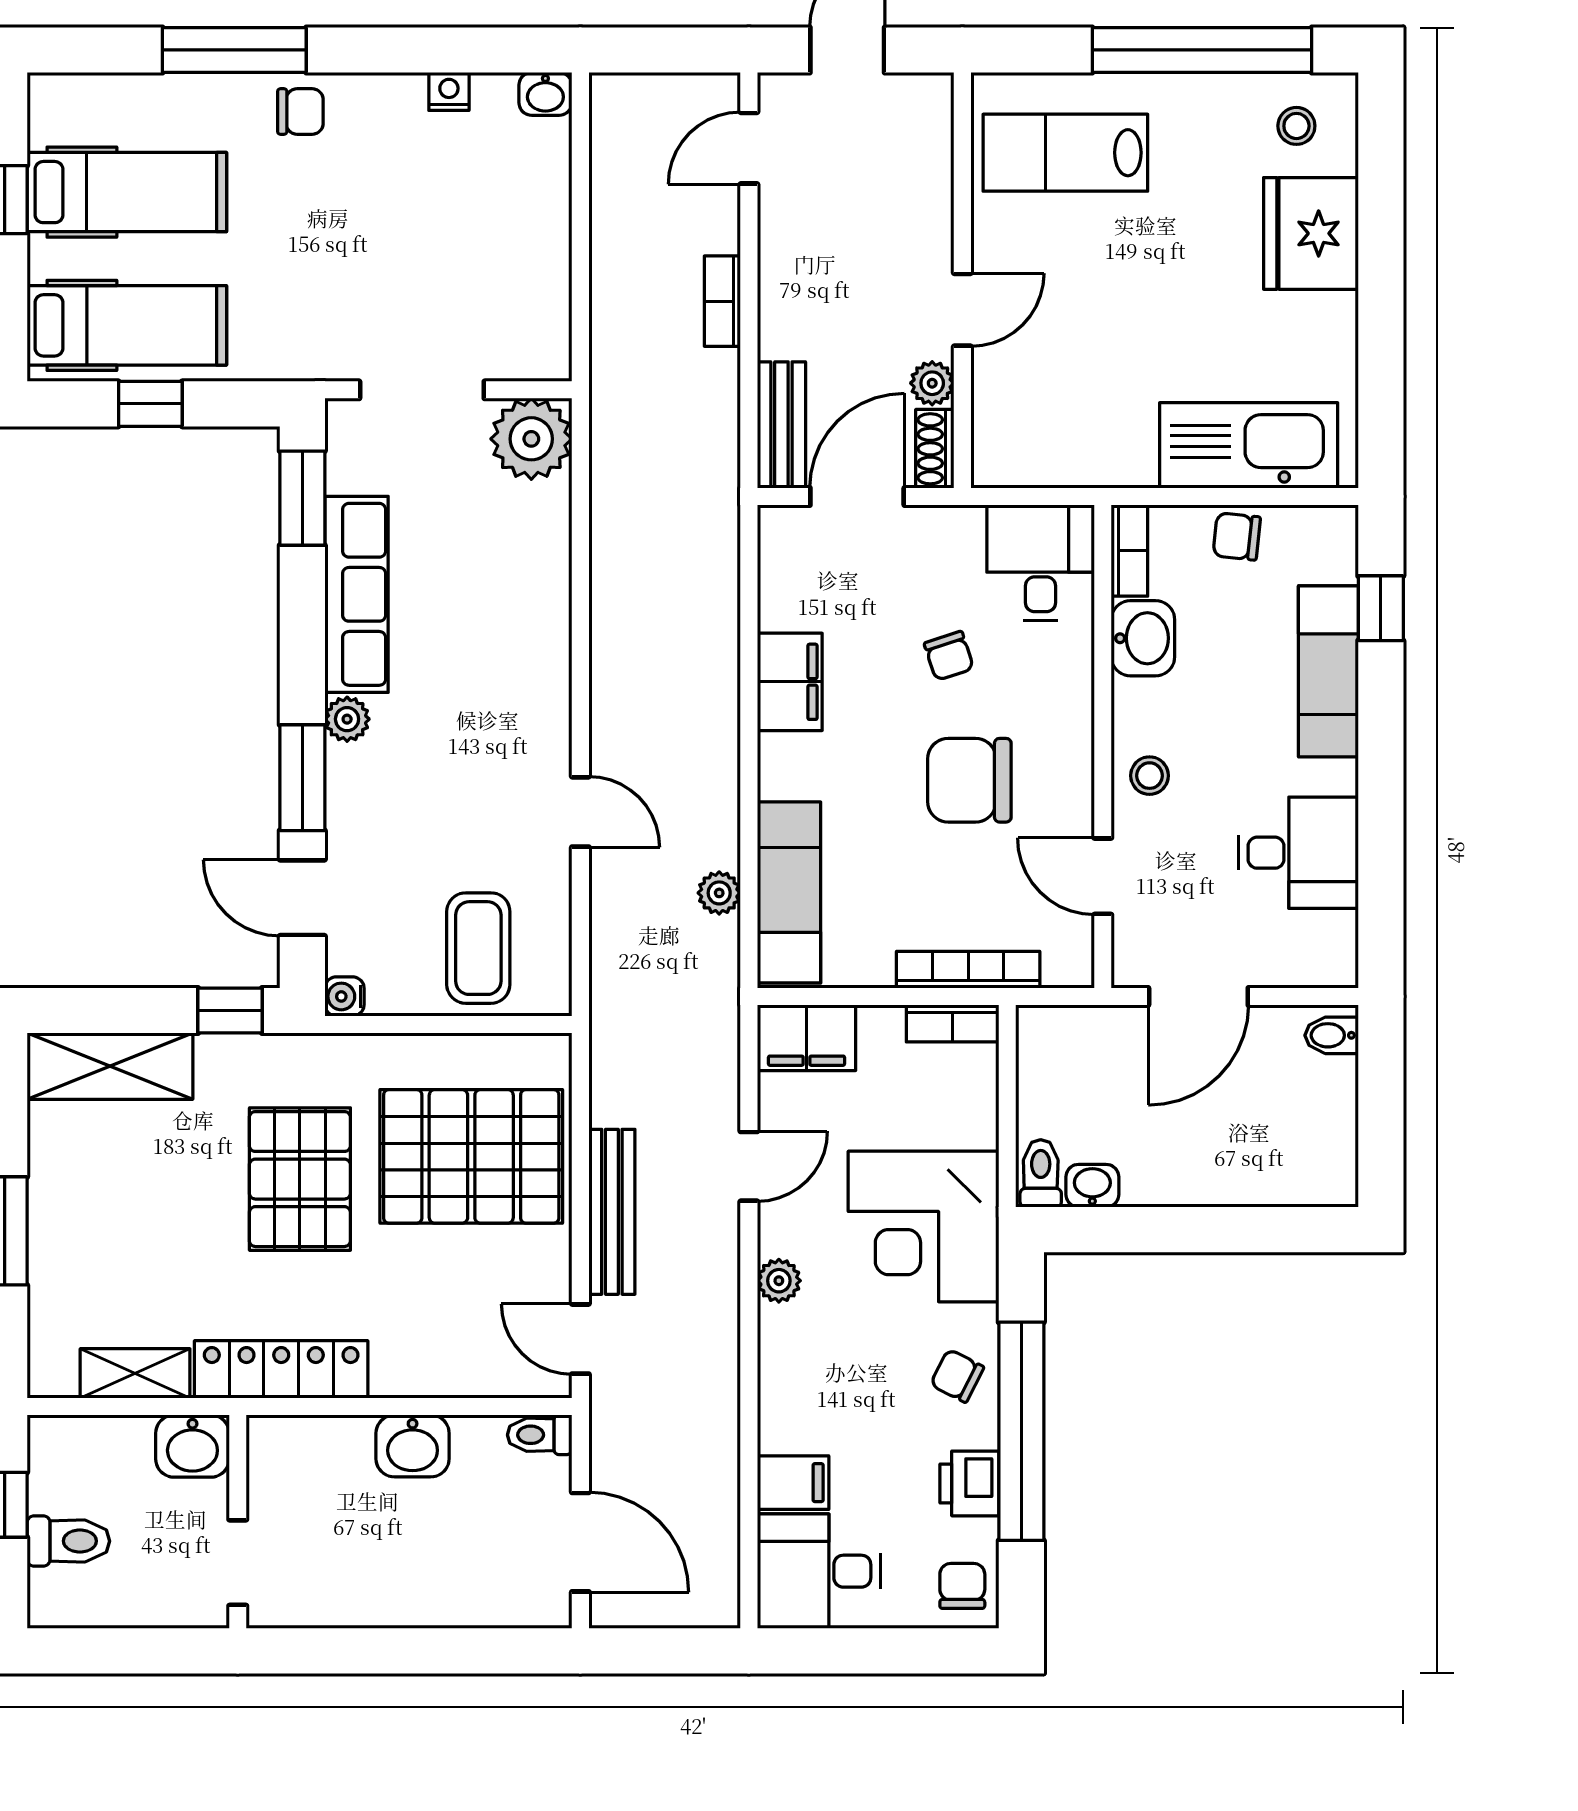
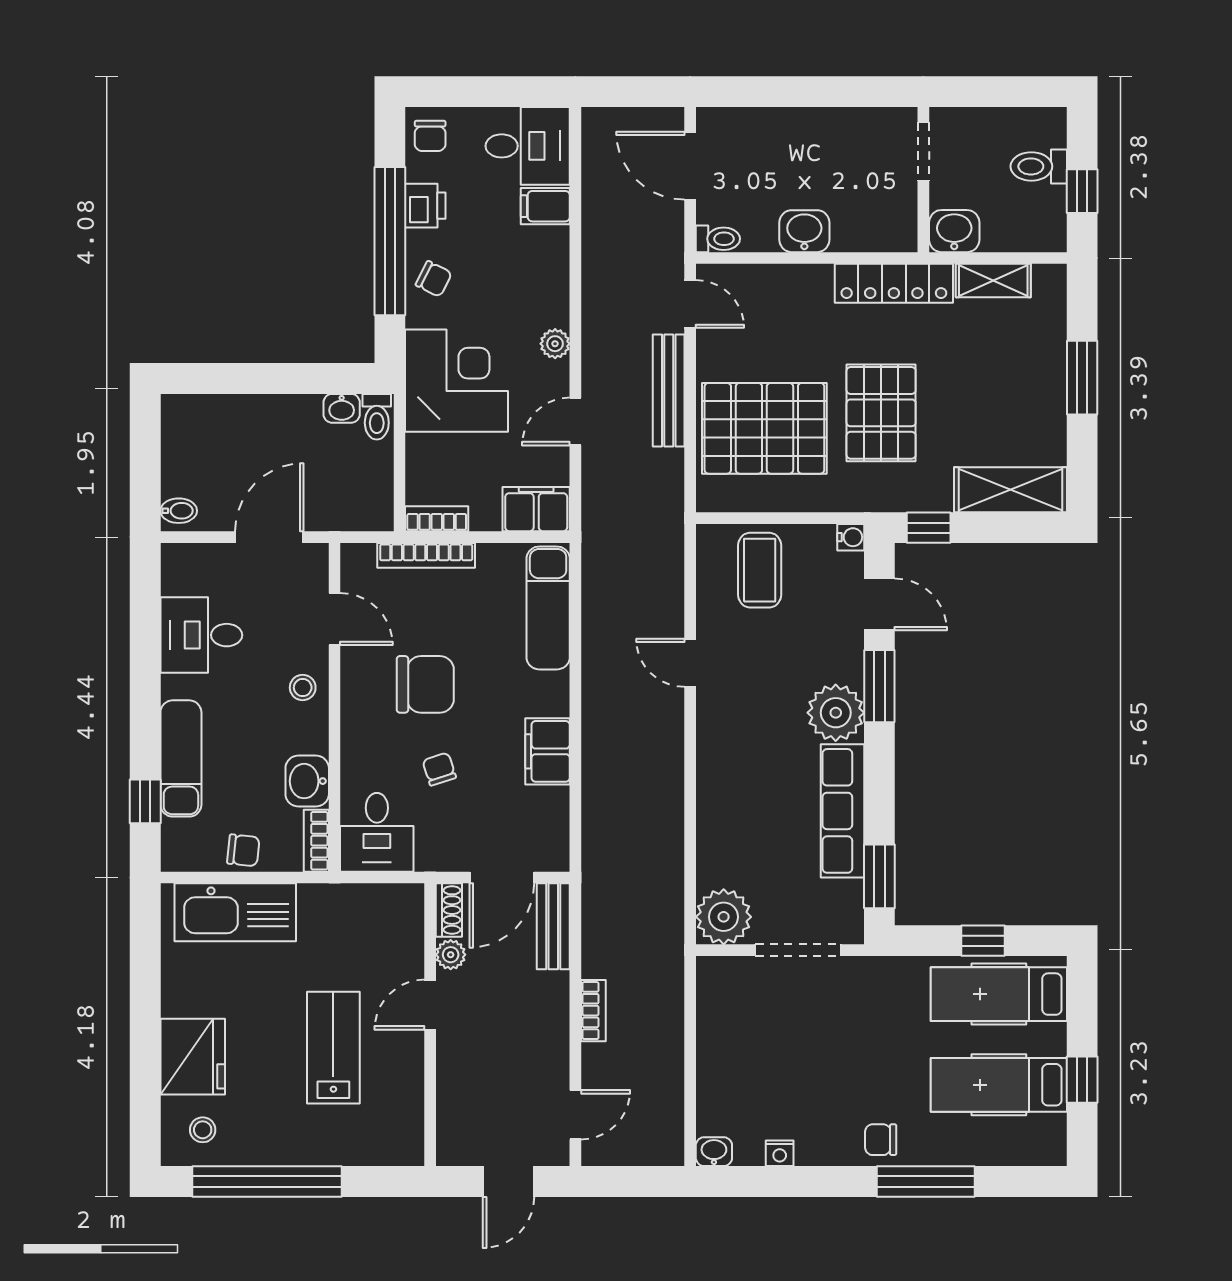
lab bench: (1065, 153) -> (333, 1048), moved, turned -90
plant: (347, 719) -> (836, 713), width x1.88, depth x1.88
plant: (719, 893) -> (596, 608), removed

